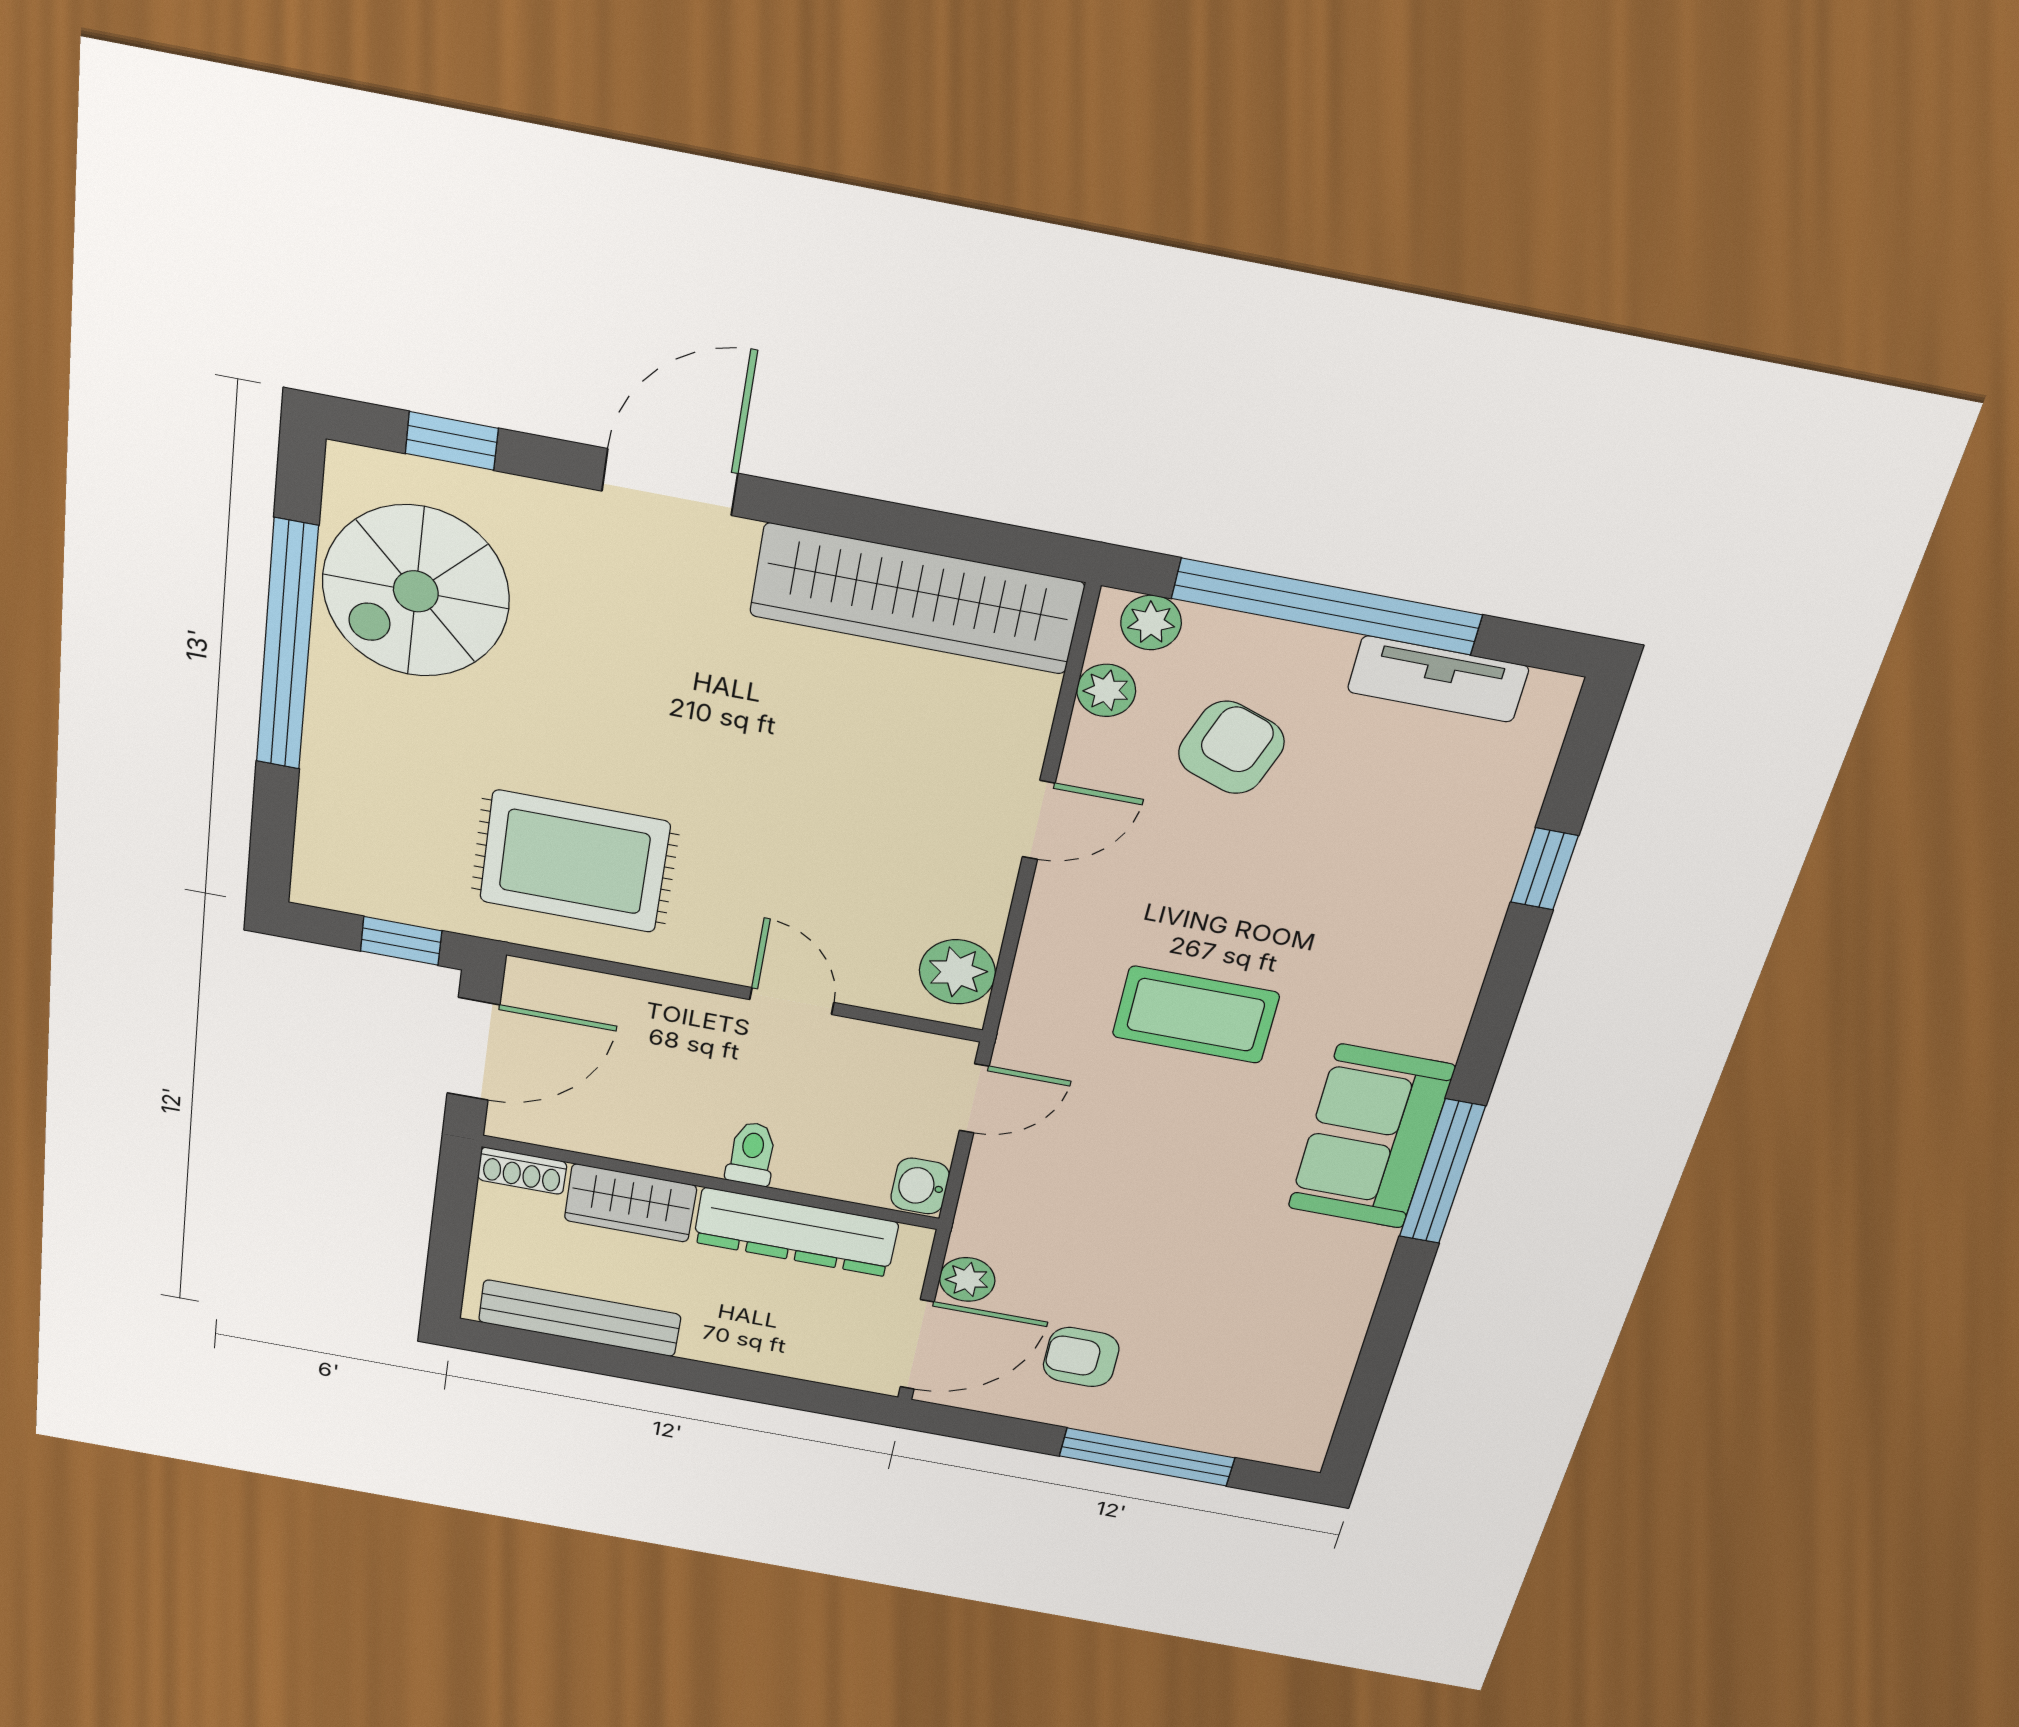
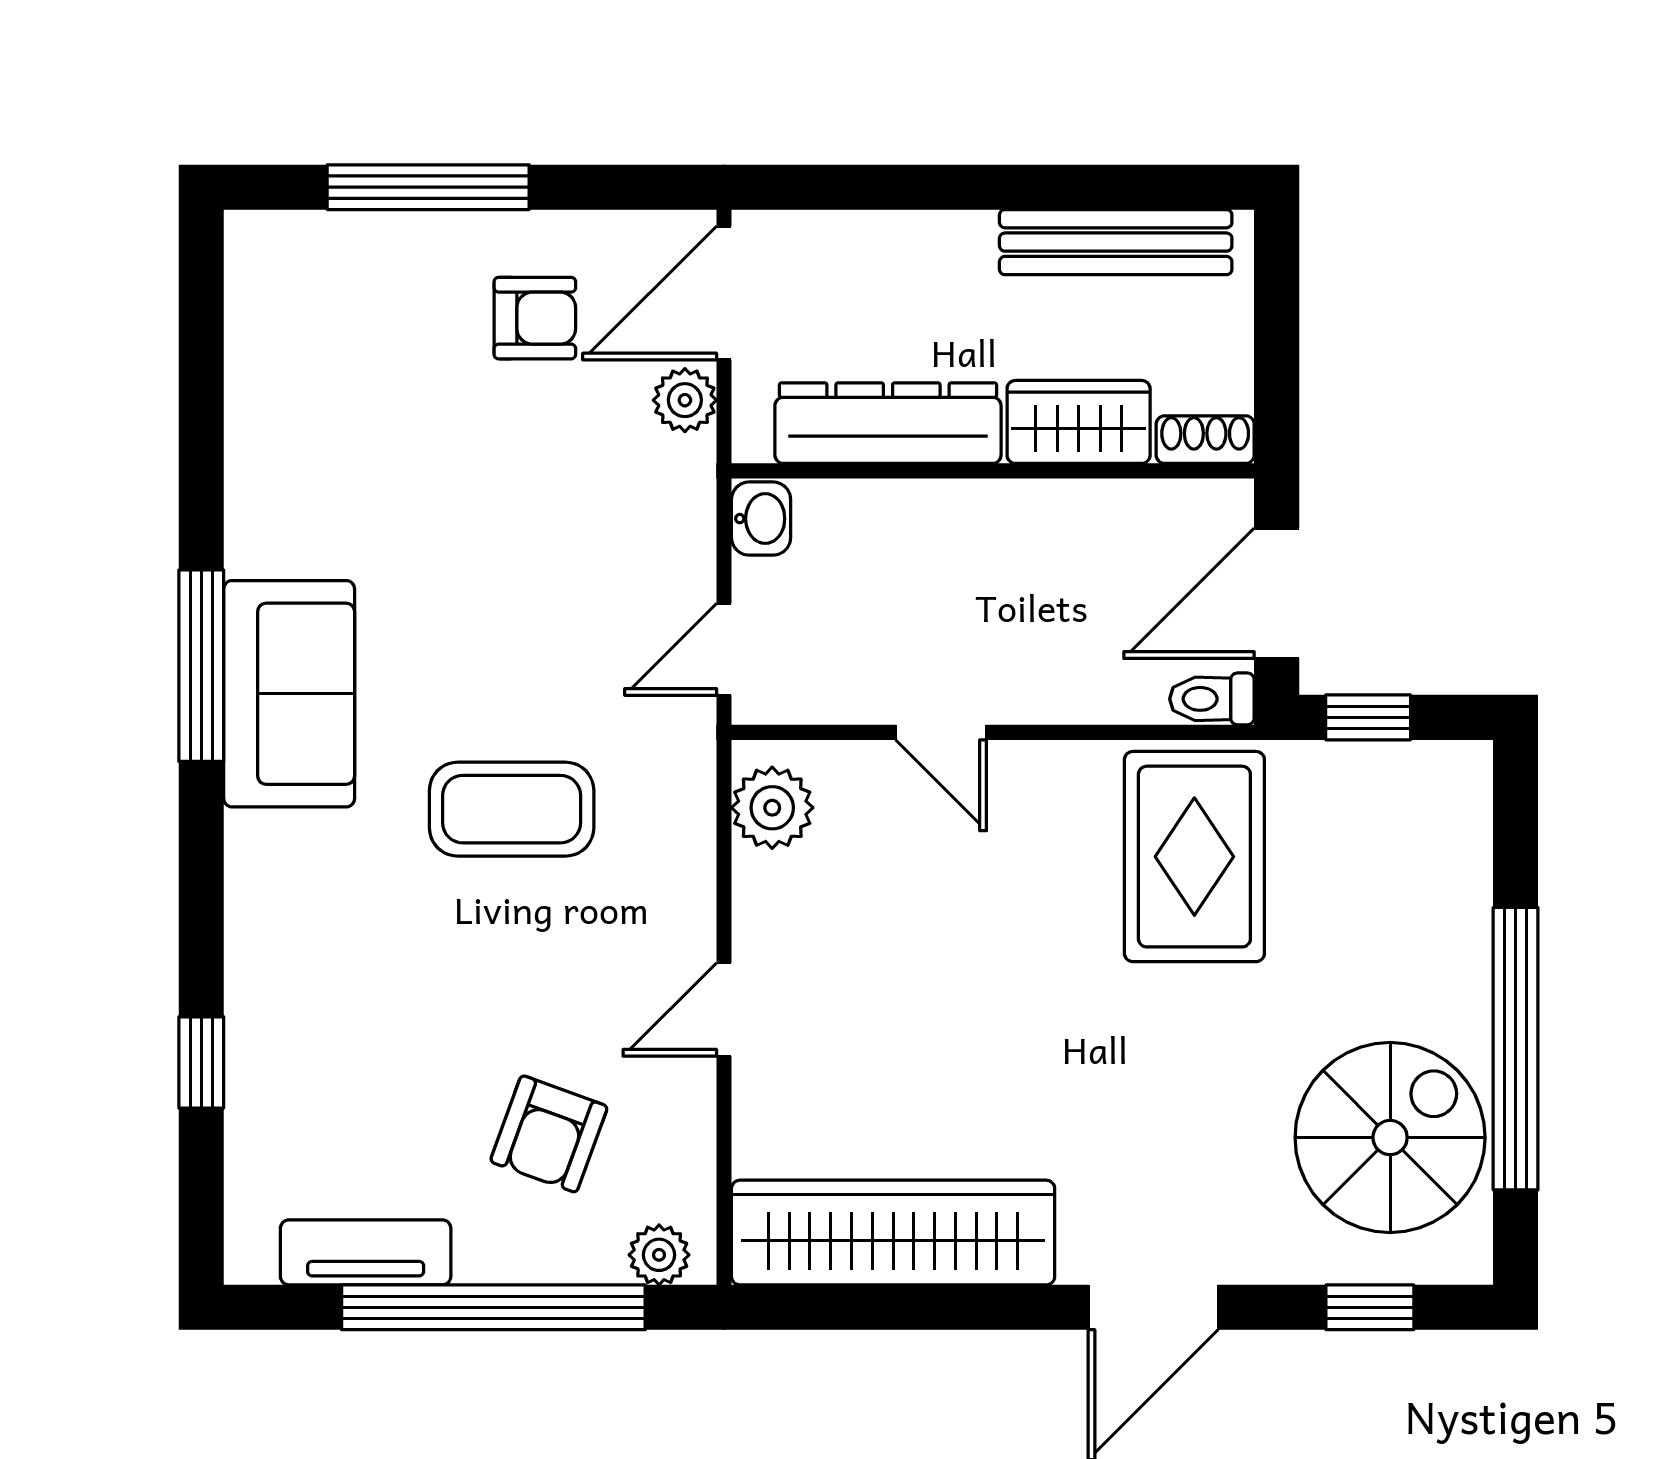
plant: (1106, 690) -> (687, 1171), removed
rug: (575, 862) -> (1194, 857), turned 90
toilet: (752, 1154) -> (1212, 699), moved, turned 90

